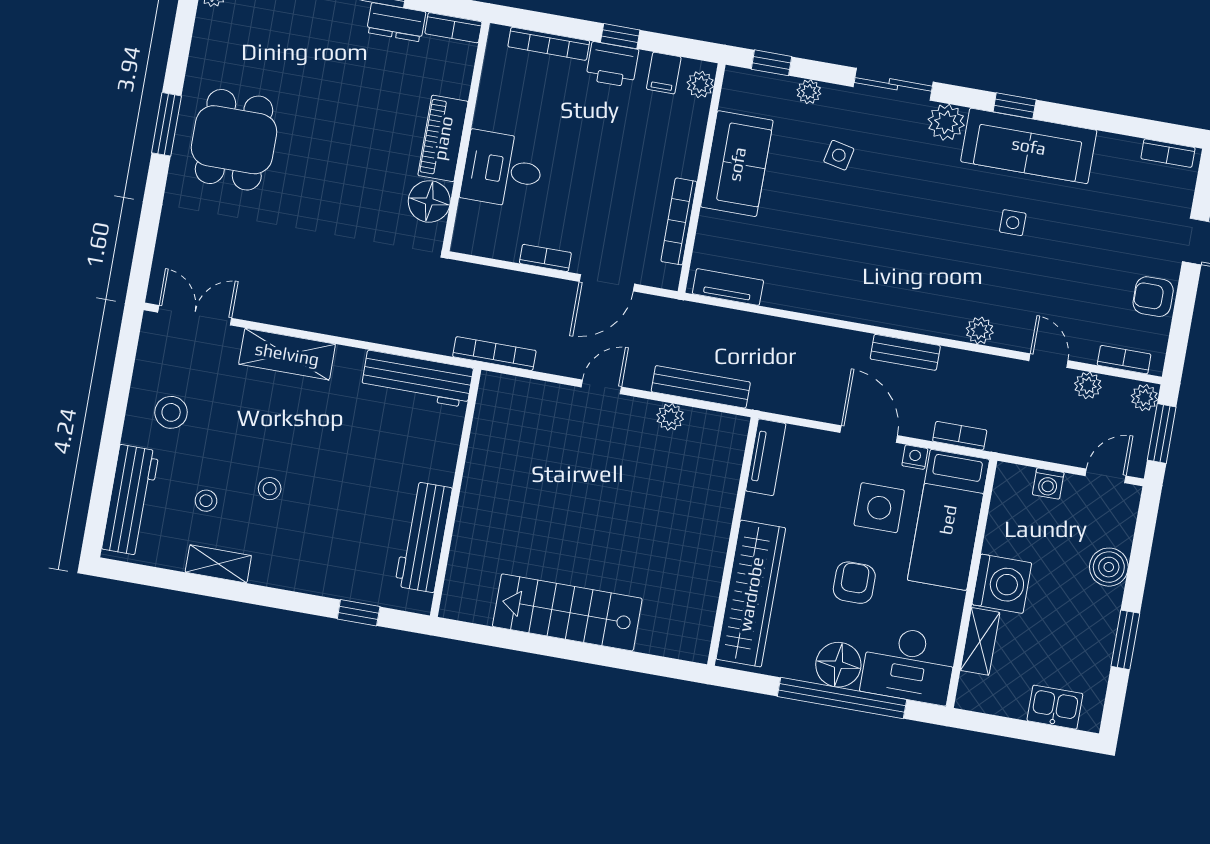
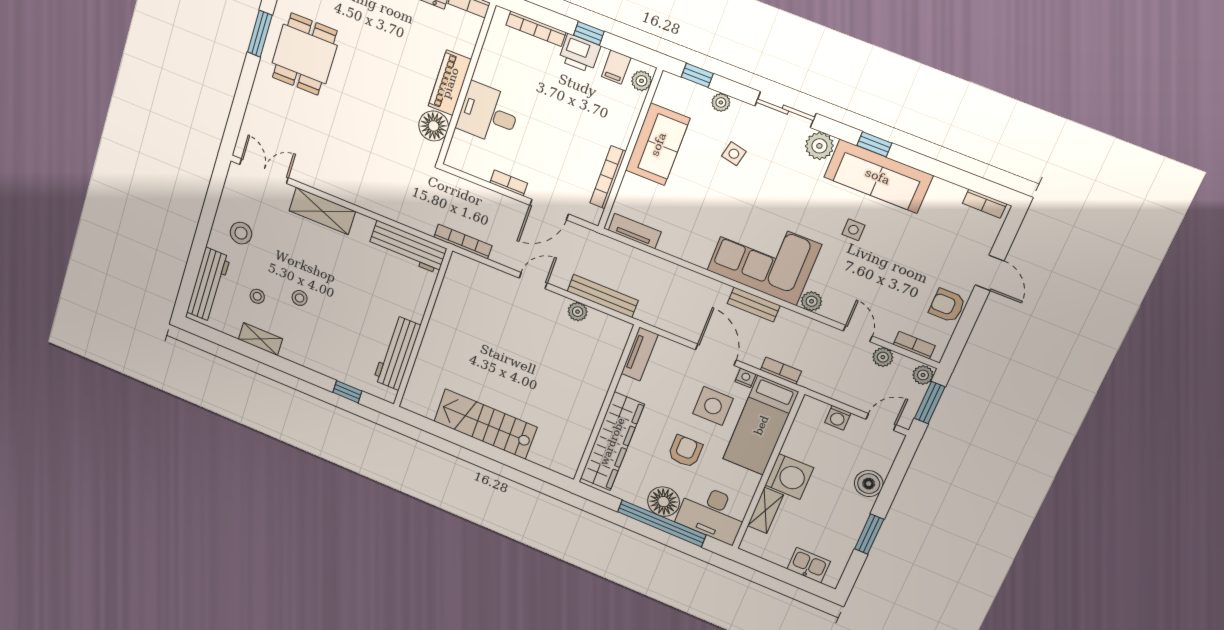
corner sofa: (906, 285) -> (764, 257), added

